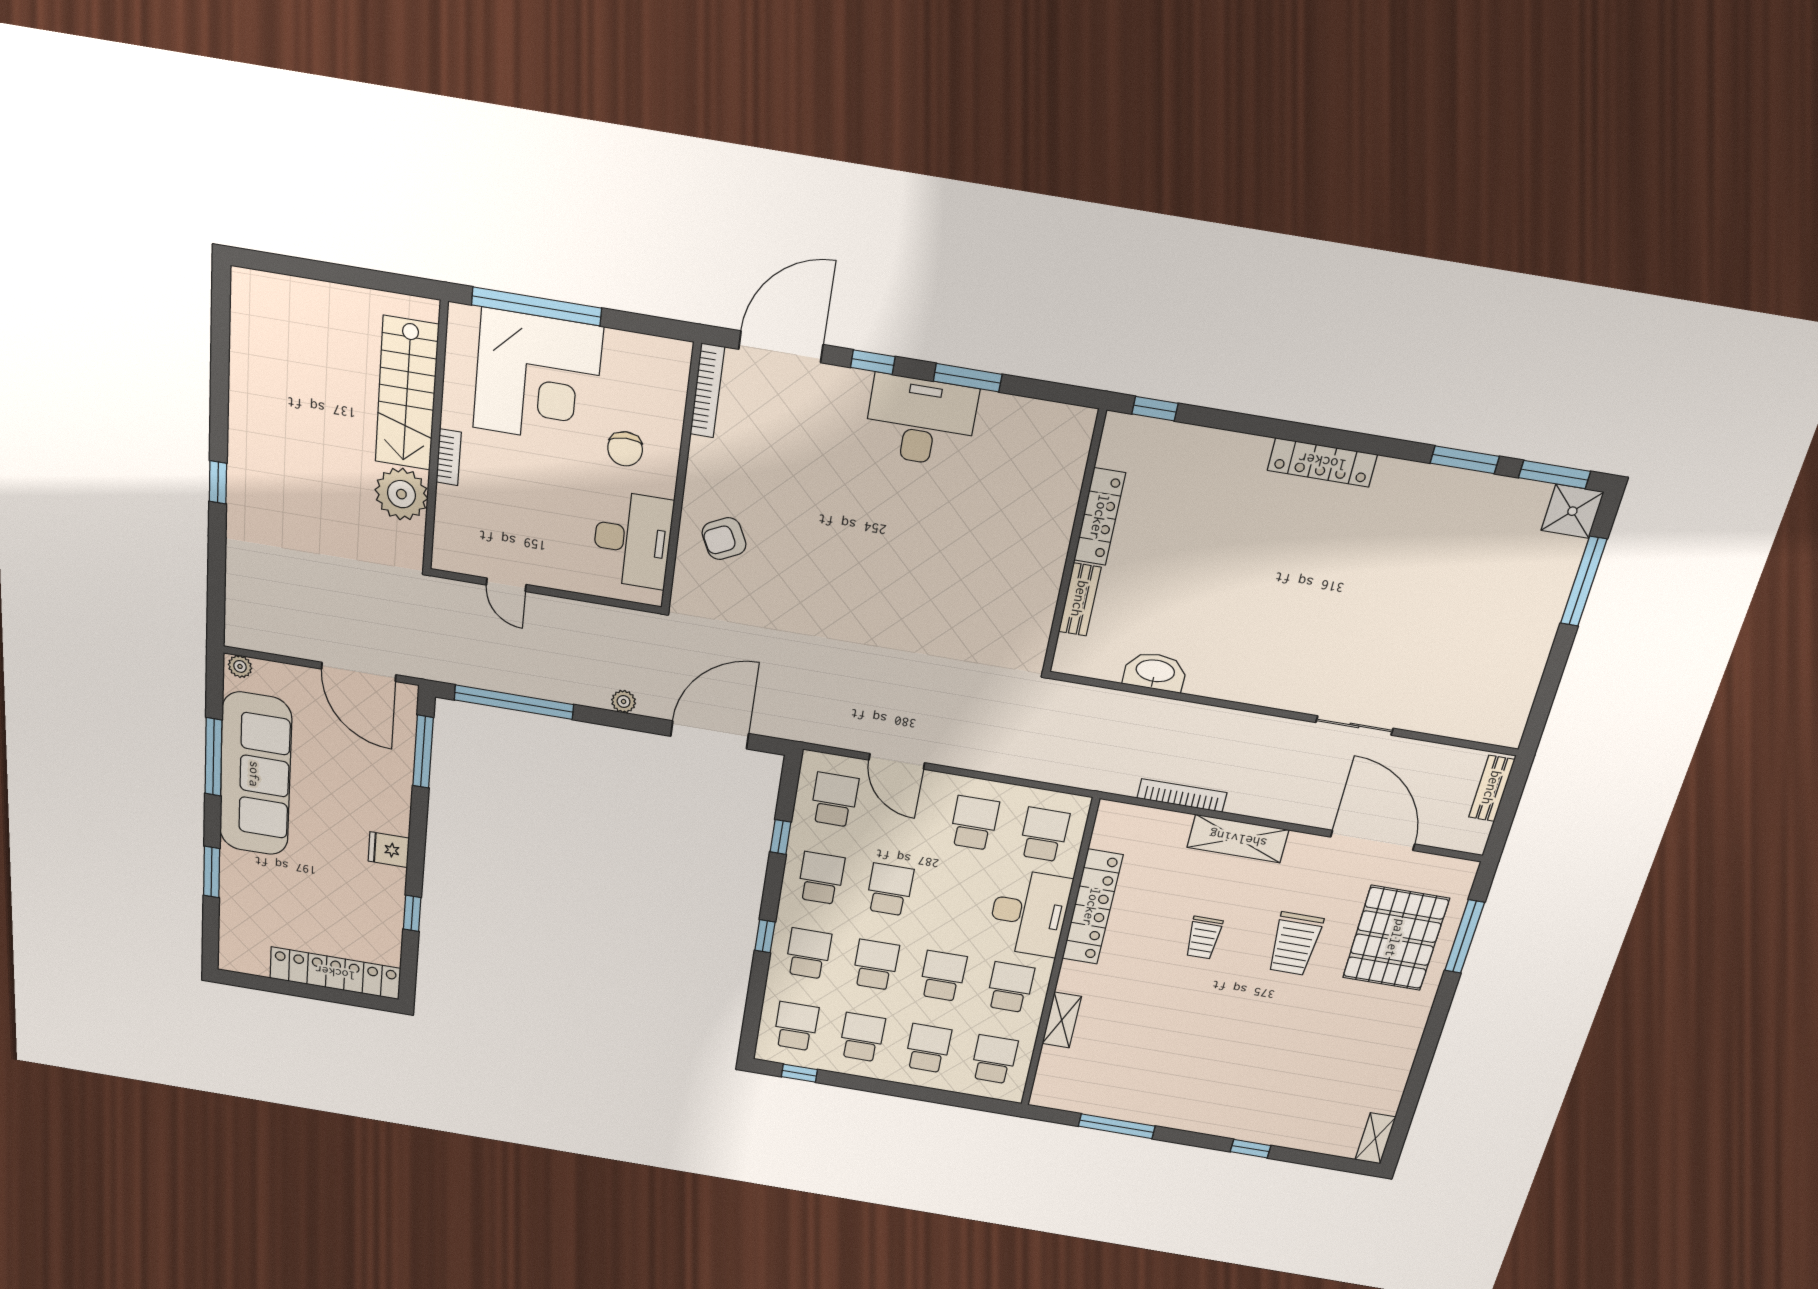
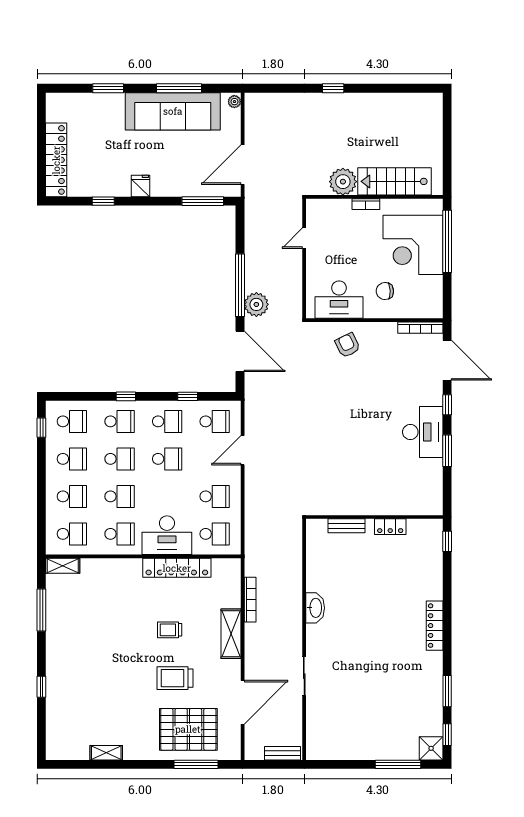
window: (1554, 475) -> (447, 735), width x0.67
locker: (1100, 517) -> (390, 527), width x0.66
washbasin: (1155, 672) -> (315, 608), moved
window: (514, 702) -> (240, 285), moved
plant: (624, 702) -> (256, 304), width x1.88, depth x1.88
shelving: (1062, 1020) -> (63, 566), moved
shelving: (1375, 1138) -> (106, 753), moved

